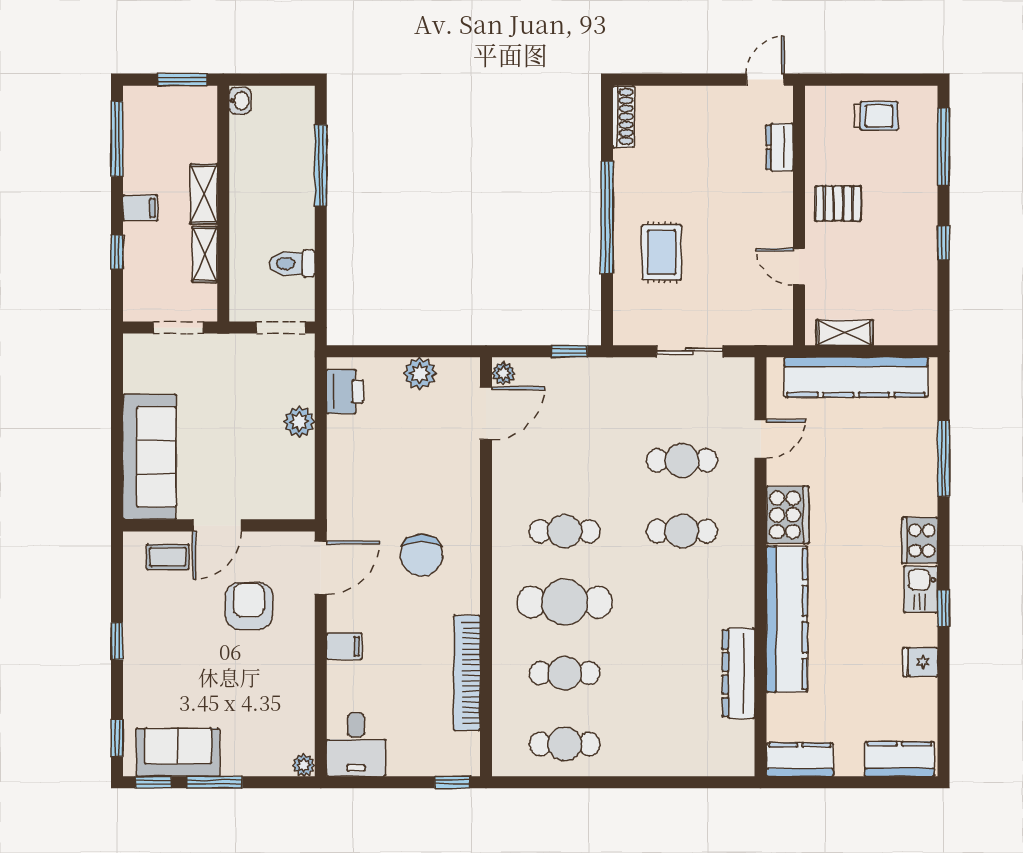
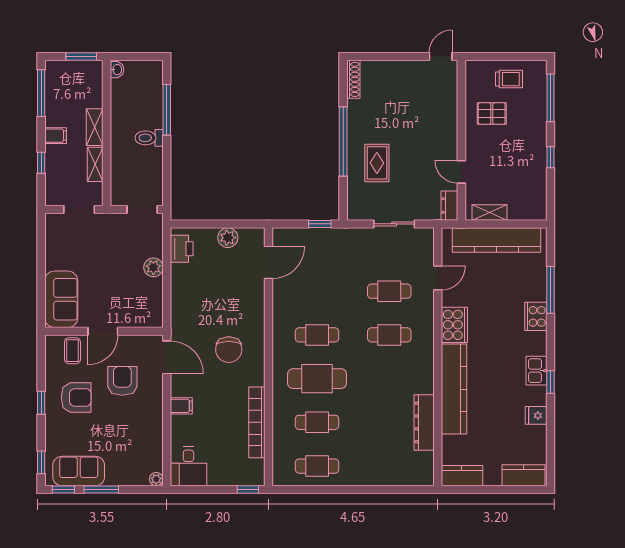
dresser: (780, 147) -> (449, 206), moved
pallet: (838, 203) -> (492, 114), moved
toilet: (292, 263) -> (149, 138), moved
plant: (503, 373) -> (279, 238), removed
sofa: (150, 457) -> (61, 299), width x0.73
cooker: (920, 540) -> (536, 316), moved
coffee table: (168, 557) -> (72, 351), turned 90
door: (321, 568) -> (167, 357), hinge flipped
armchair: (174, 633) -> (76, 397), added

